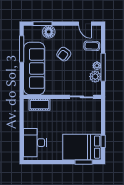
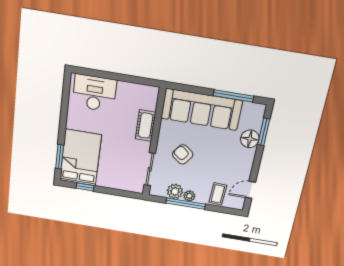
armchair: (64, 54) -> (183, 154), moved
cot: (39, 105) -> (146, 126), moved

